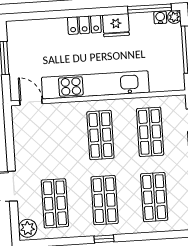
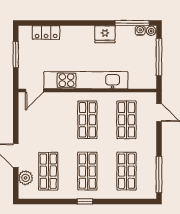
locker: (84, 25) -> (46, 33), moved
door: (31, 102) -> (34, 91), swing flipped
plant: (28, 228) -> (26, 178), moved

